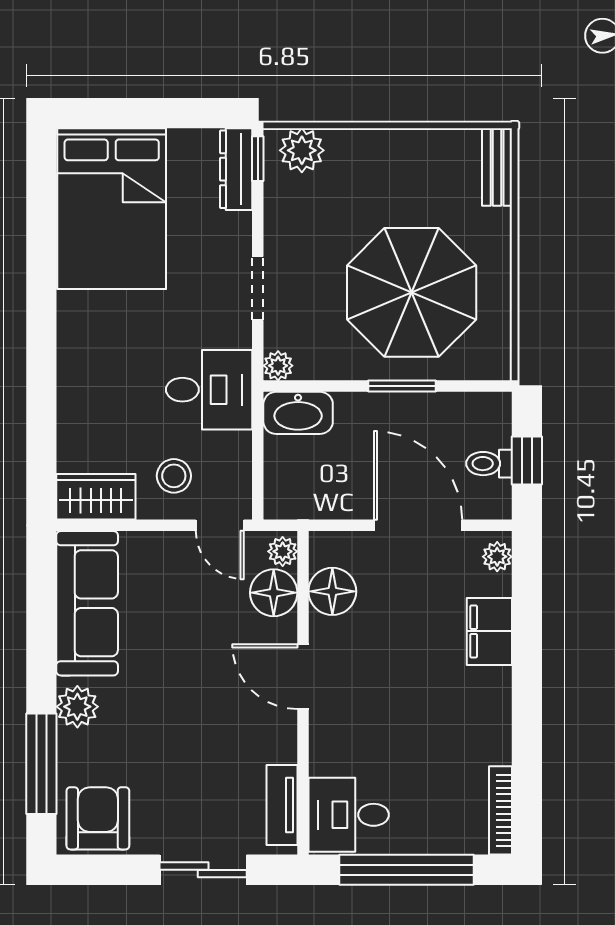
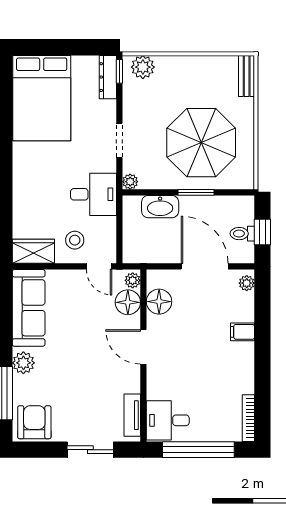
washbasin: (298, 413) -> (160, 207), moved
filing cabinet: (489, 631) -> (243, 332), width x0.50

